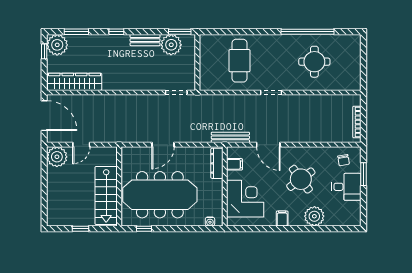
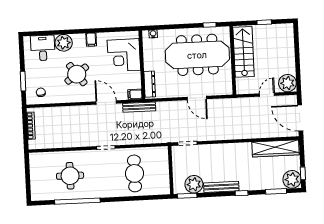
bench: (145, 40) -> (221, 187), width x1.36
door: (163, 145) -> (197, 98), swing flipped
filing cabinet: (235, 164) -> (135, 94), moved
desk: (346, 187) -> (43, 48), moved, turned 90

